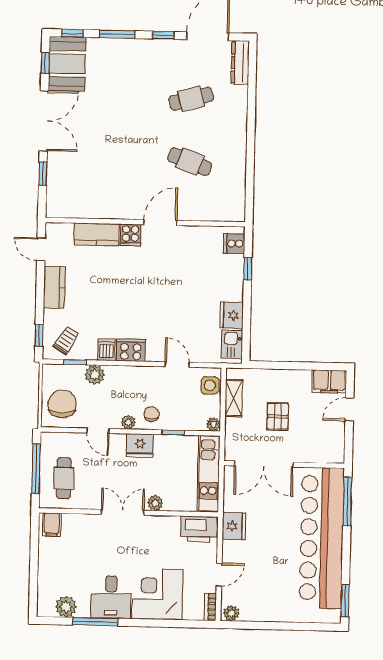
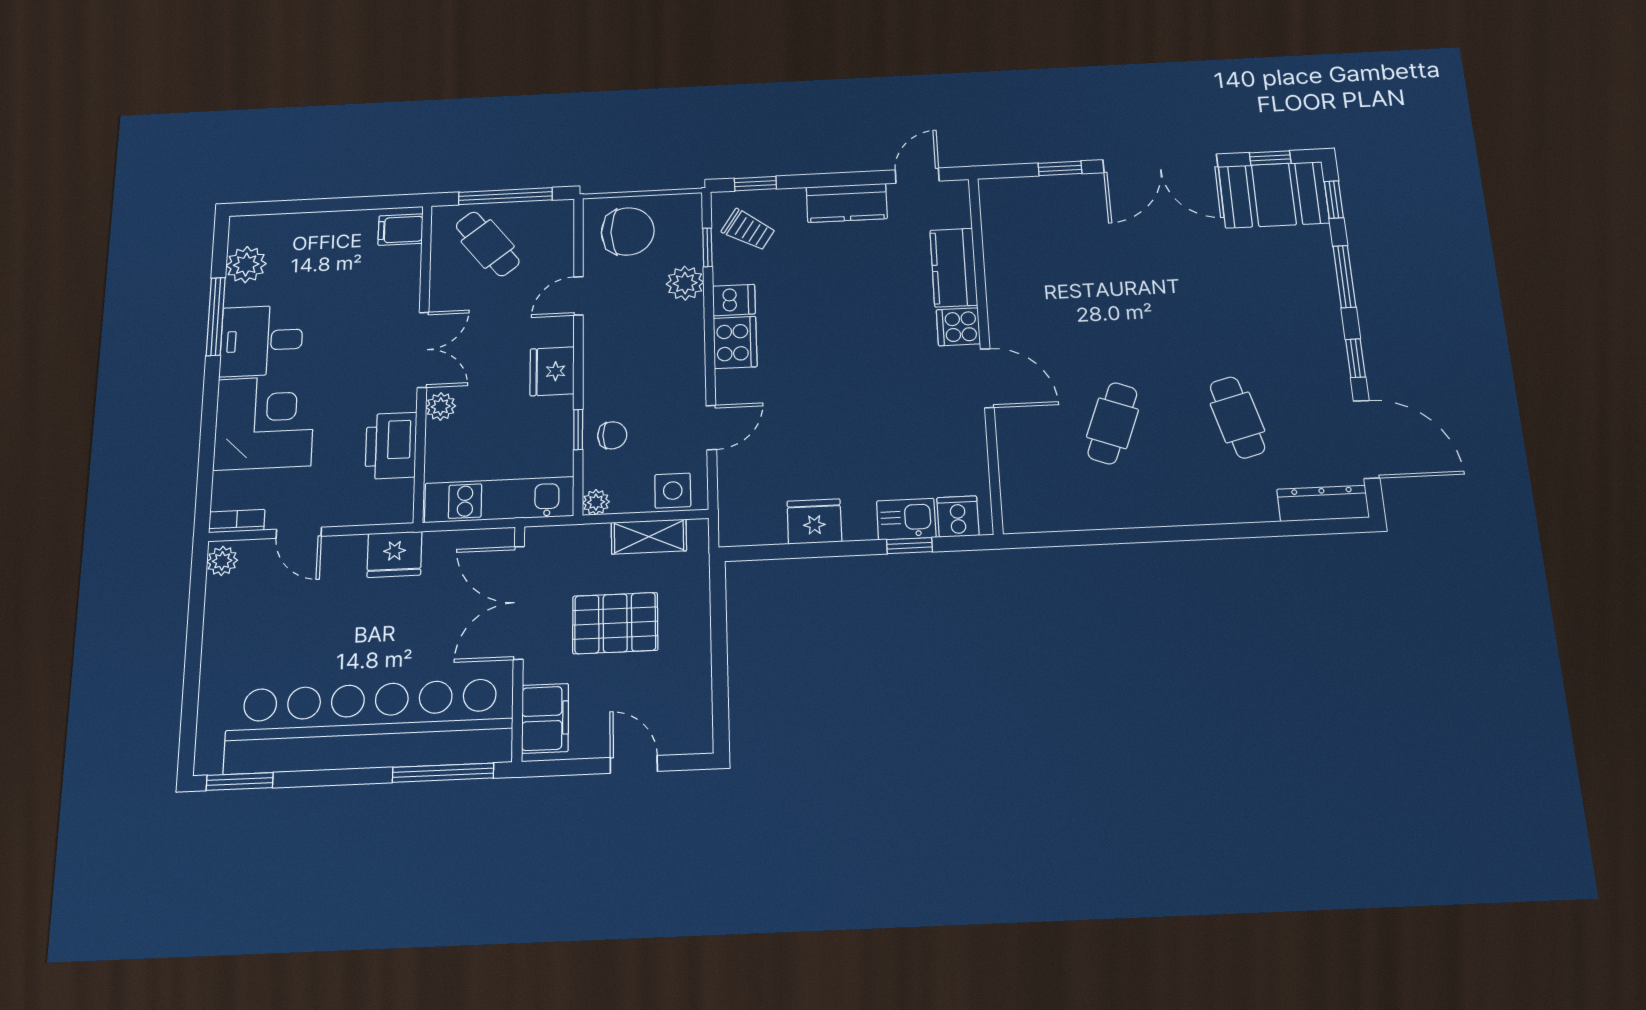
kitchen sink: (232, 344) -> (906, 519), moved
filing cabinet: (329, 382) -> (545, 718), moved, turned 180
chair: (152, 414) -> (612, 435), moved
pallet: (278, 416) -> (615, 623), width x1.50, depth x1.42
plant: (128, 422) -> (596, 348), removed
cafe table: (64, 478) -> (488, 244), turned 52
printer: (199, 529) -> (391, 446), moved

